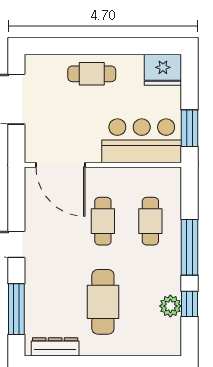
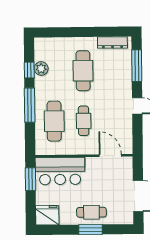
window: (94, 46) -> (91, 229), added
door: (61, 165) -> (110, 155), width x0.73
cafe table: (150, 221) -> (54, 121), width x1.37, depth x1.35

